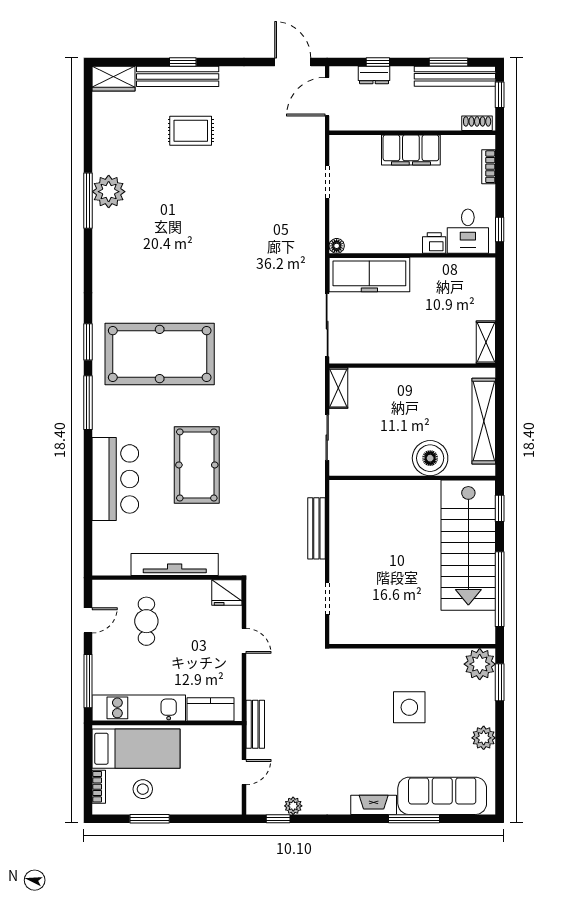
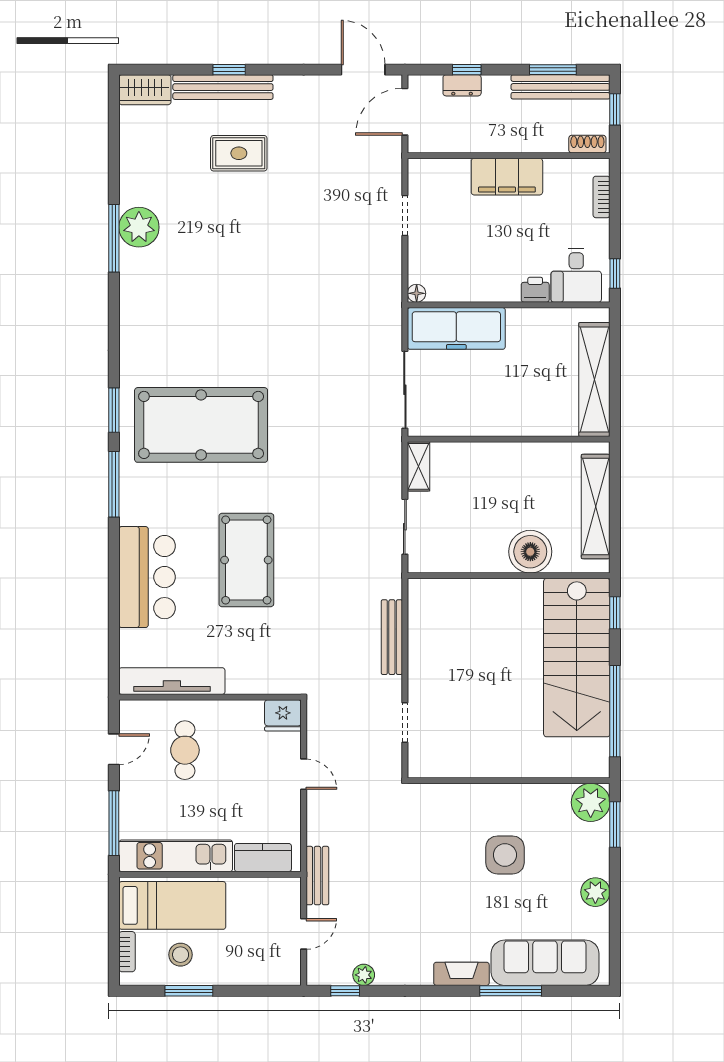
shelving: (486, 342) -> (594, 379), width x2.20, depth x1.33
tv unit: (175, 564) -> (172, 681), moved

